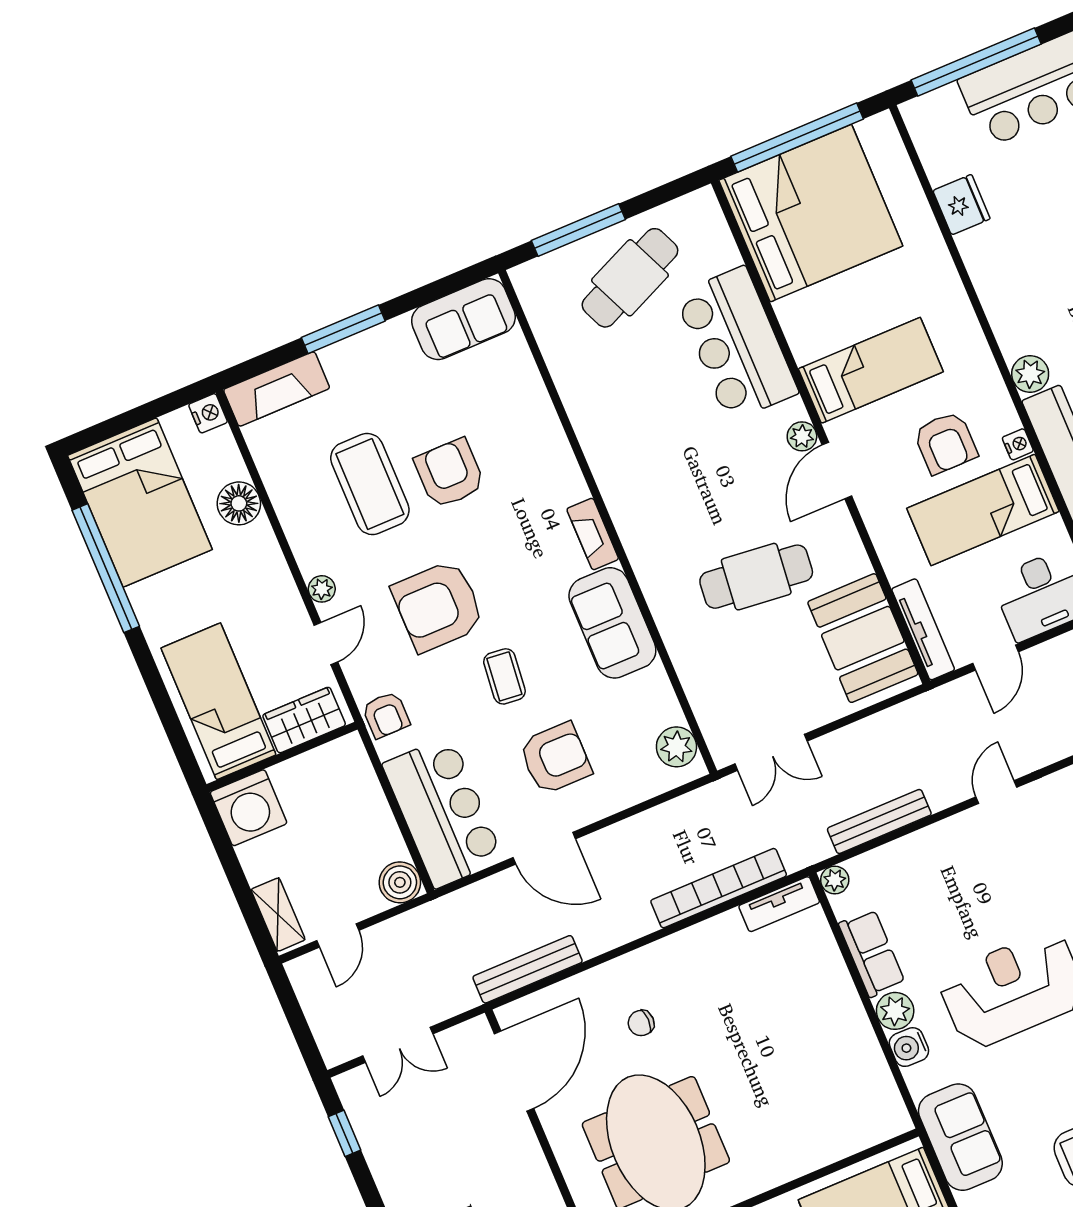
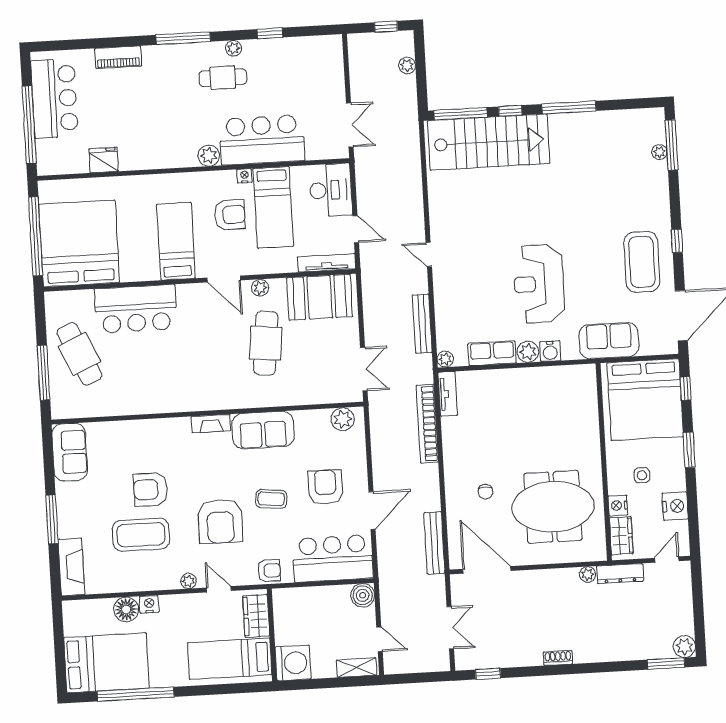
nightstand: (208, 413) -> (149, 604), moved
plant: (802, 436) -> (260, 288), moved

